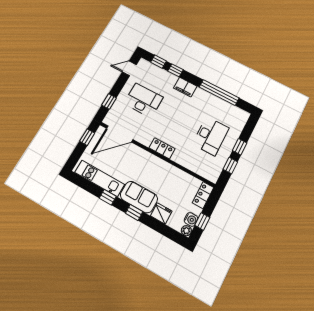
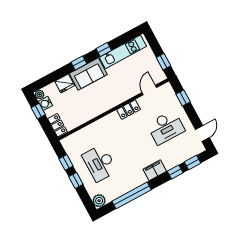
plant: (242, 116) -> (99, 201), added
door: (120, 134) -> (149, 90), width x0.53
locker: (162, 148) -> (129, 110), moved

